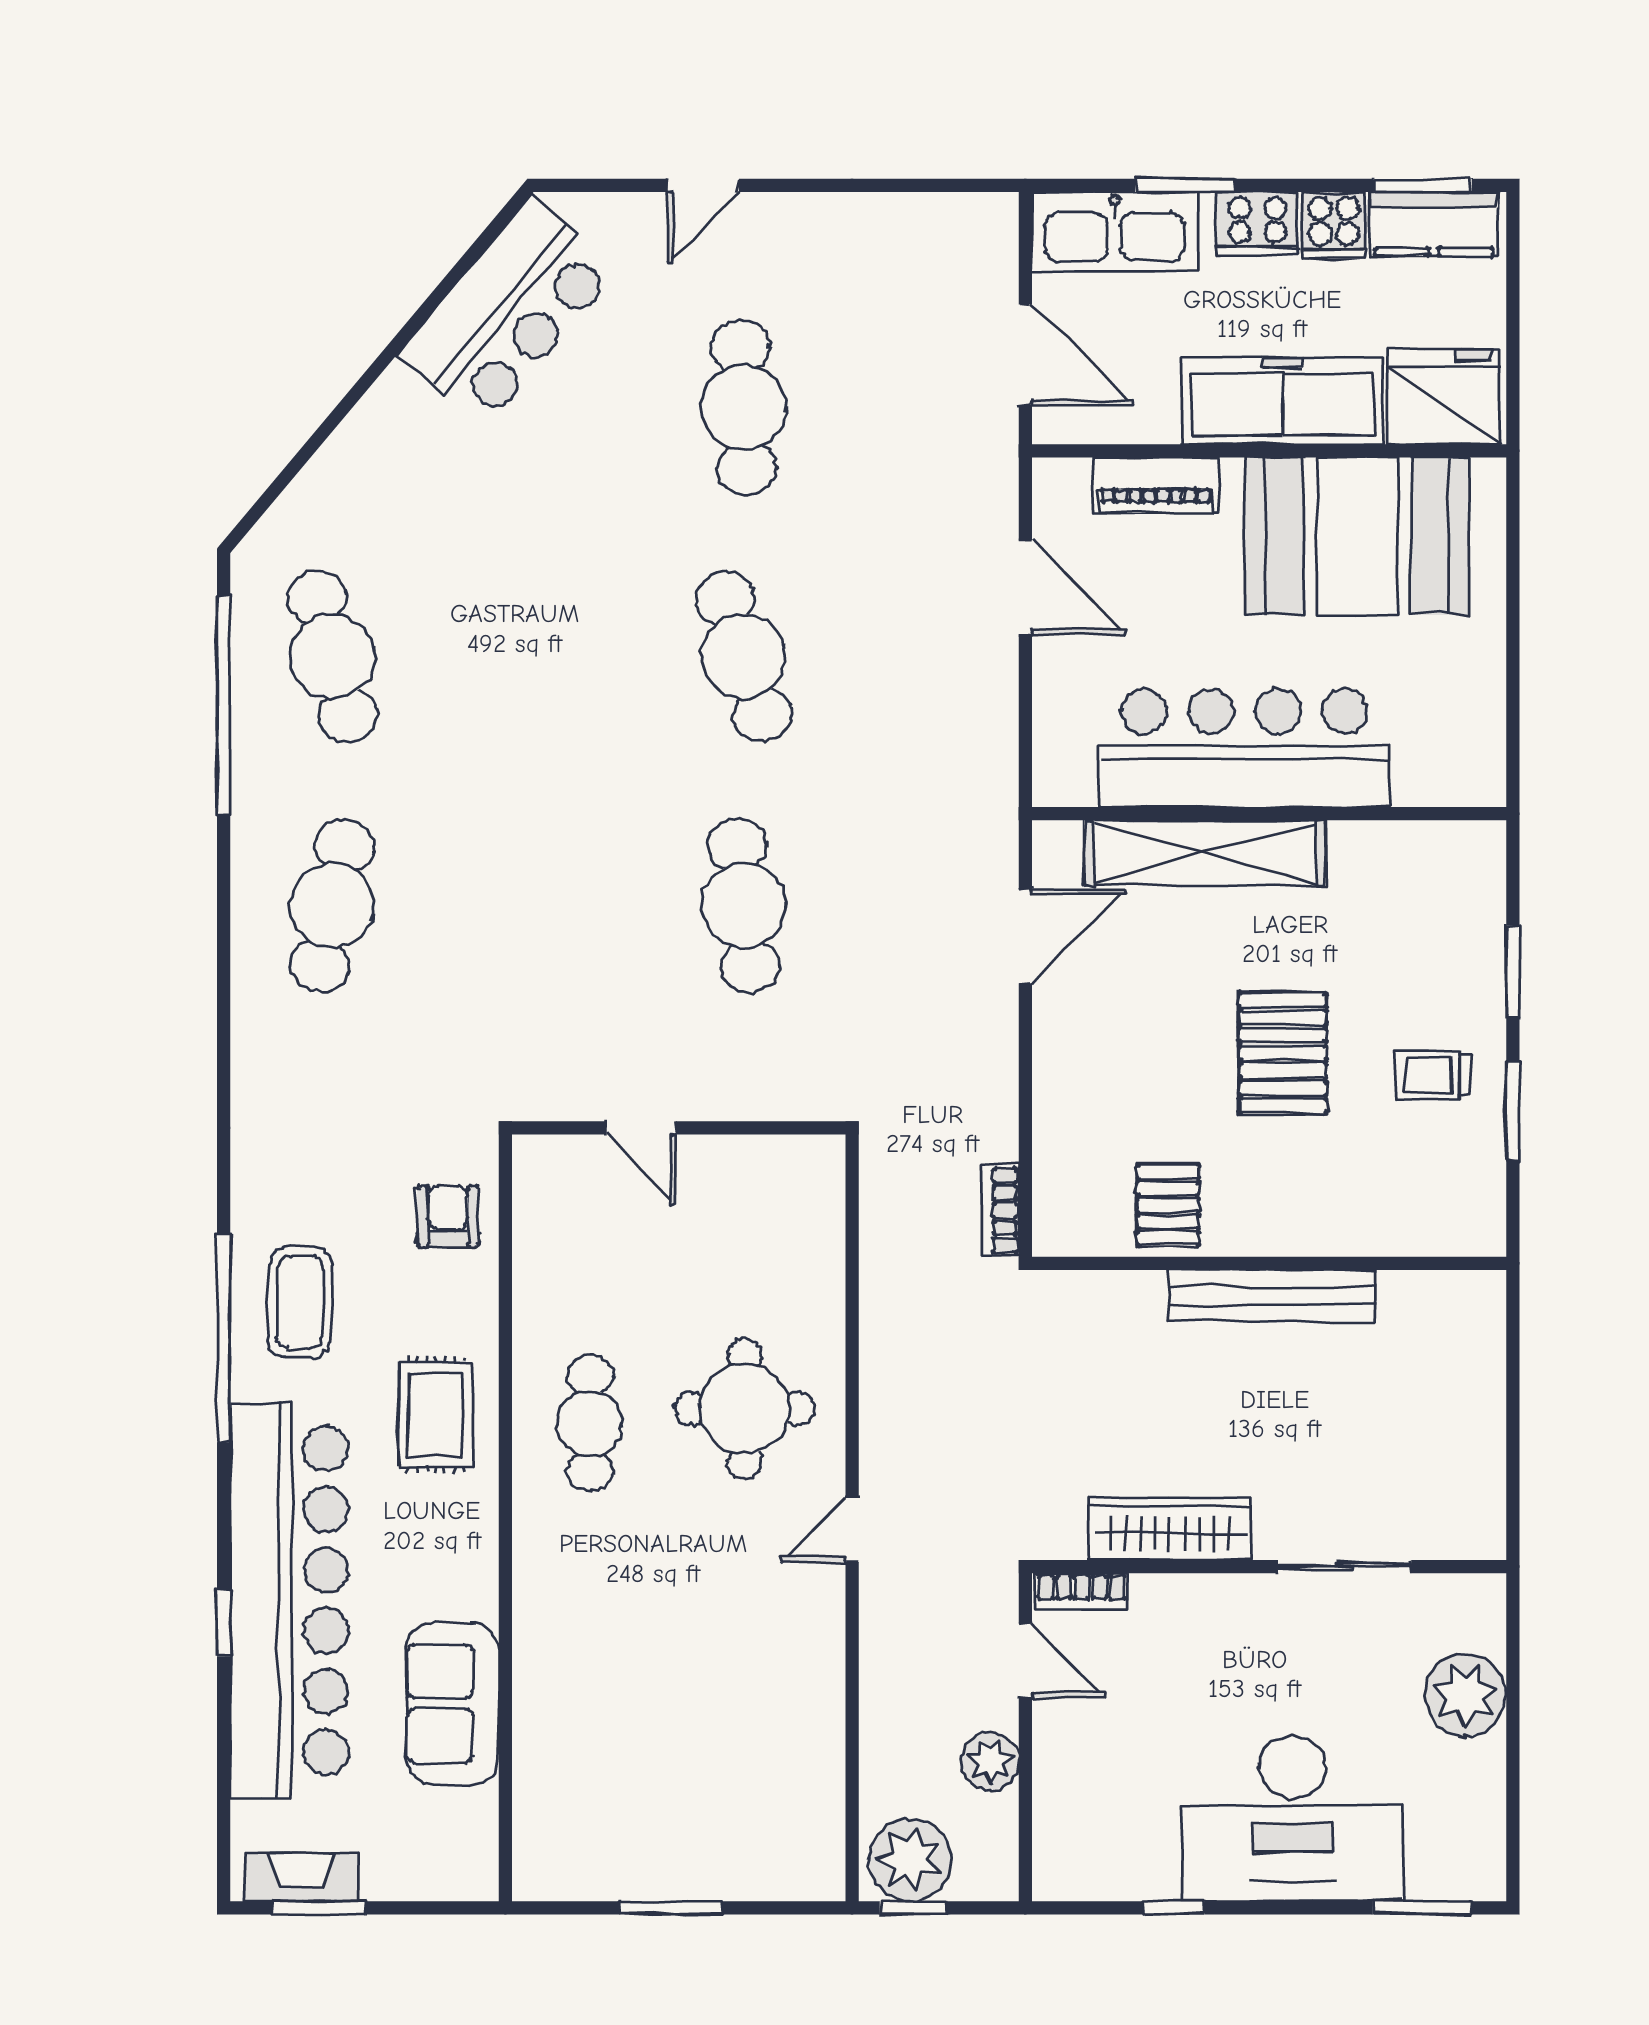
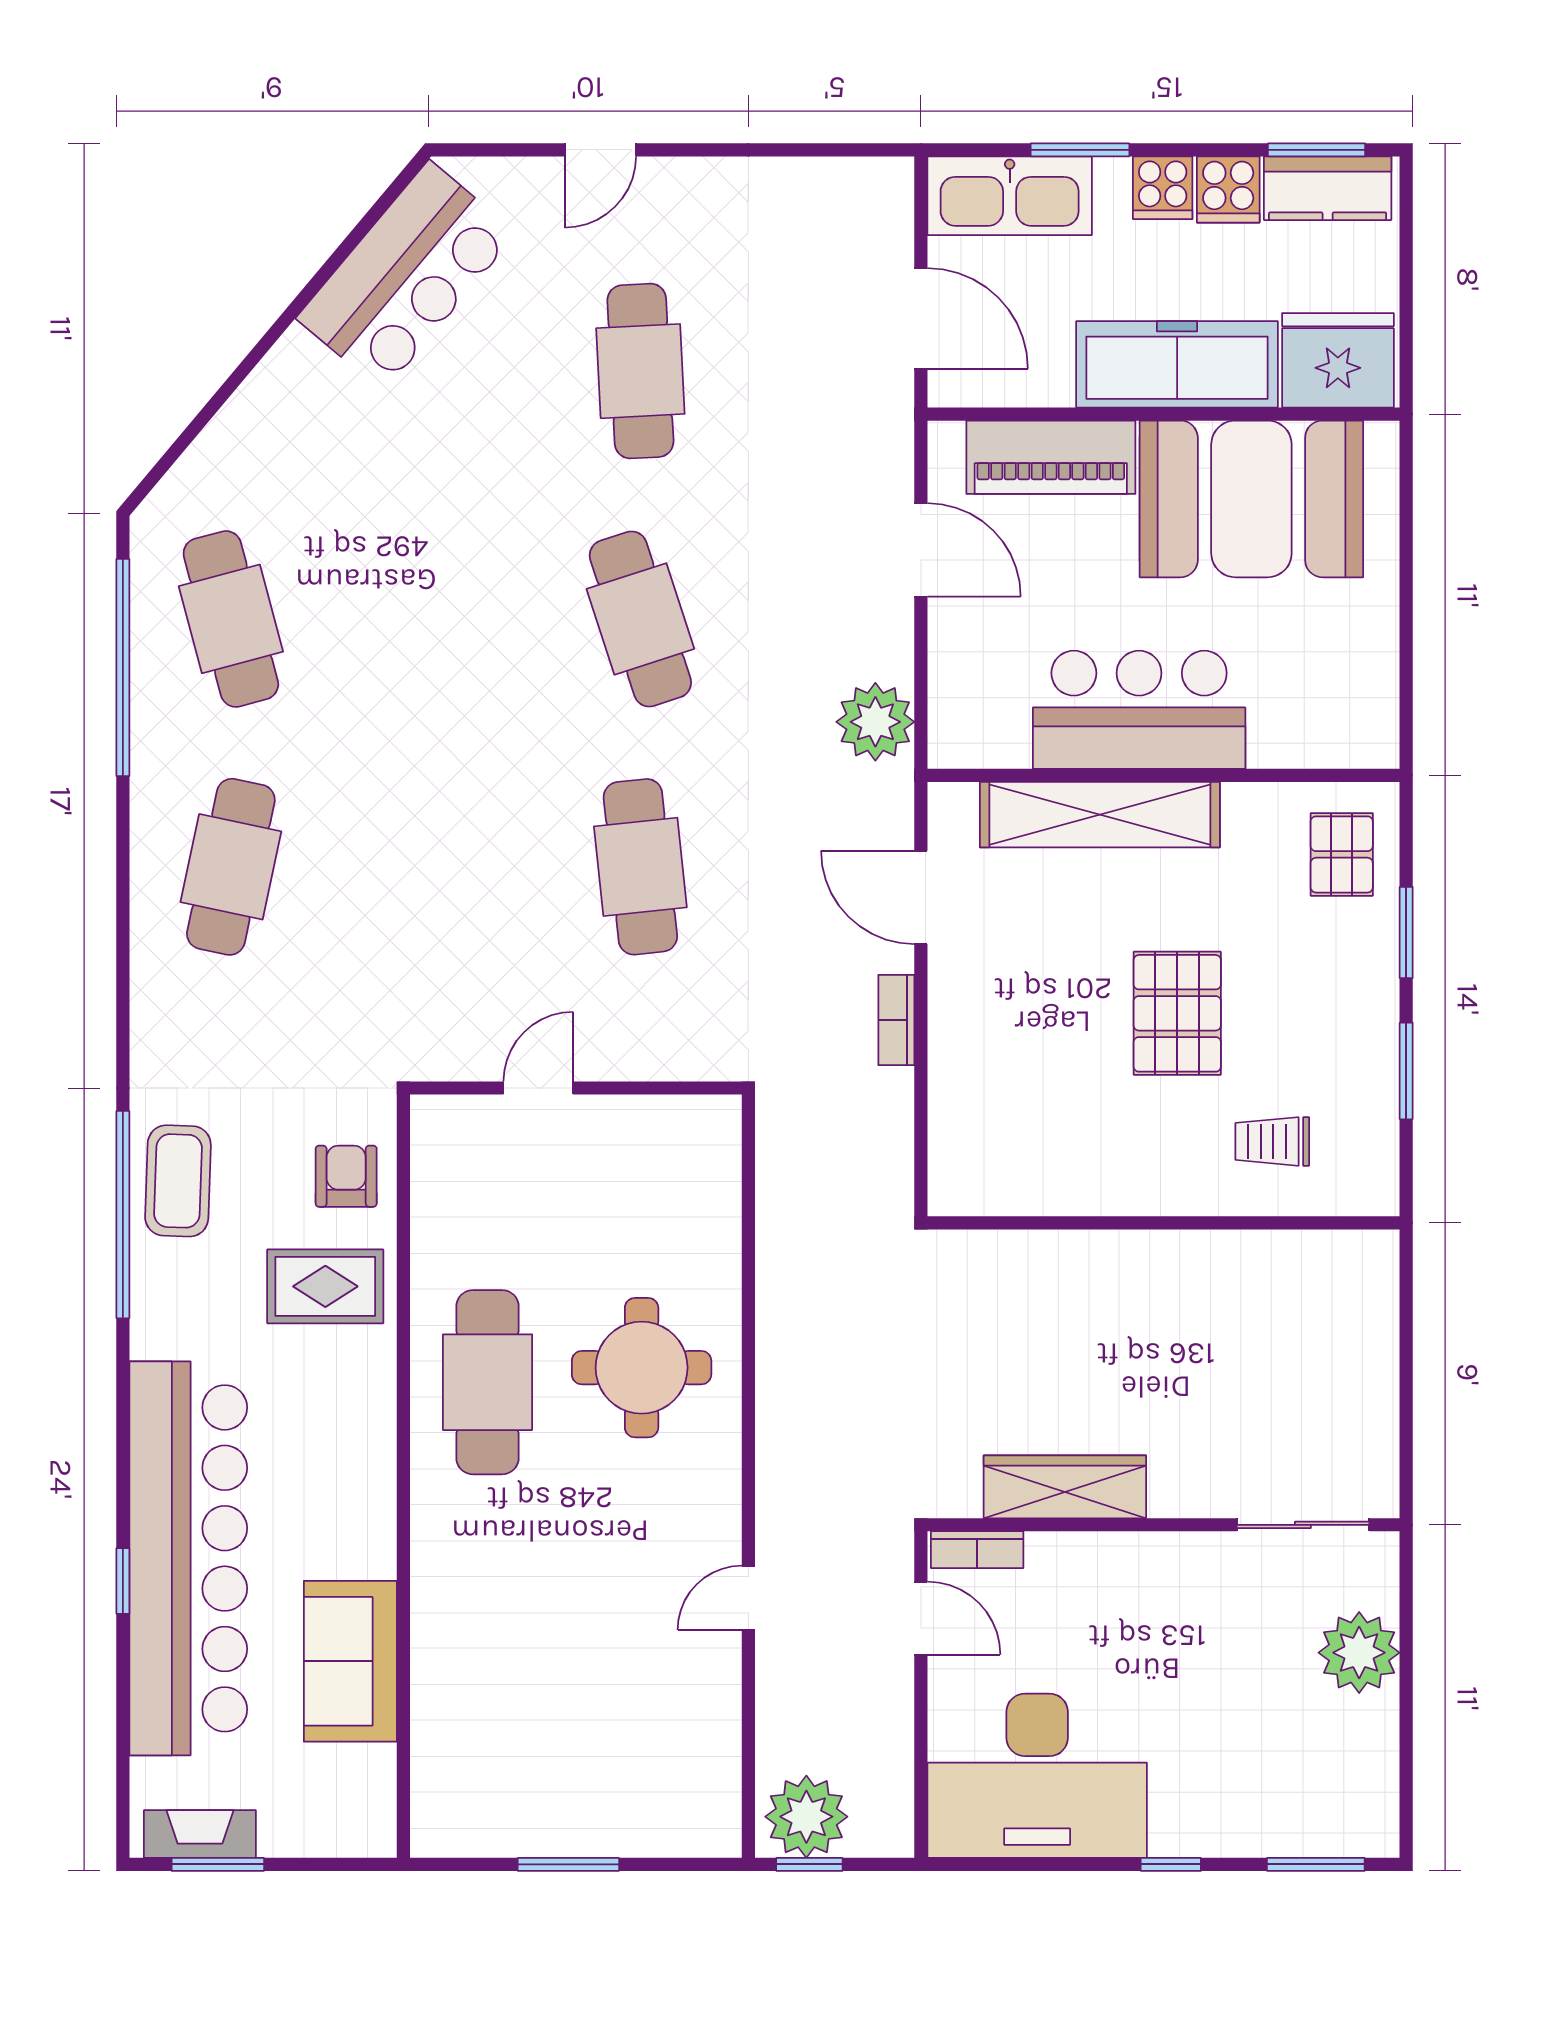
cooker: (1257, 223) -> (1163, 188), width x0.73
piano: (1156, 485) -> (1051, 457), width x1.37, depth x1.33
bar counter: (1244, 748) -> (1139, 710), width x0.73
door: (1025, 936) -> (921, 897), swing flipped
trolley: (1433, 1075) -> (1272, 1141), moved
door: (641, 1128) -> (538, 1088), swing flipped
pallet: (1168, 1205) -> (1342, 854), moved
bookcase: (1001, 1211) -> (896, 1020), moved
bench: (1272, 1296) -> (1167, 1255), removed
coffee table: (300, 1302) -> (178, 1181), moved
window: (224, 1338) -> (123, 1215), moved
rug: (436, 1414) -> (325, 1286), moved, turned 90
cafe table: (590, 1423) -> (488, 1382), width x1.37, depth x1.35
door: (852, 1530) -> (748, 1598), moved
sliding door: (1345, 1567) -> (1303, 1525), moved
plant: (990, 1761) -> (875, 722), moved, width x1.36, depth x1.36
desk: (1293, 1819) -> (1037, 1776), moved
window: (1174, 1908) -> (1171, 1864), moved

